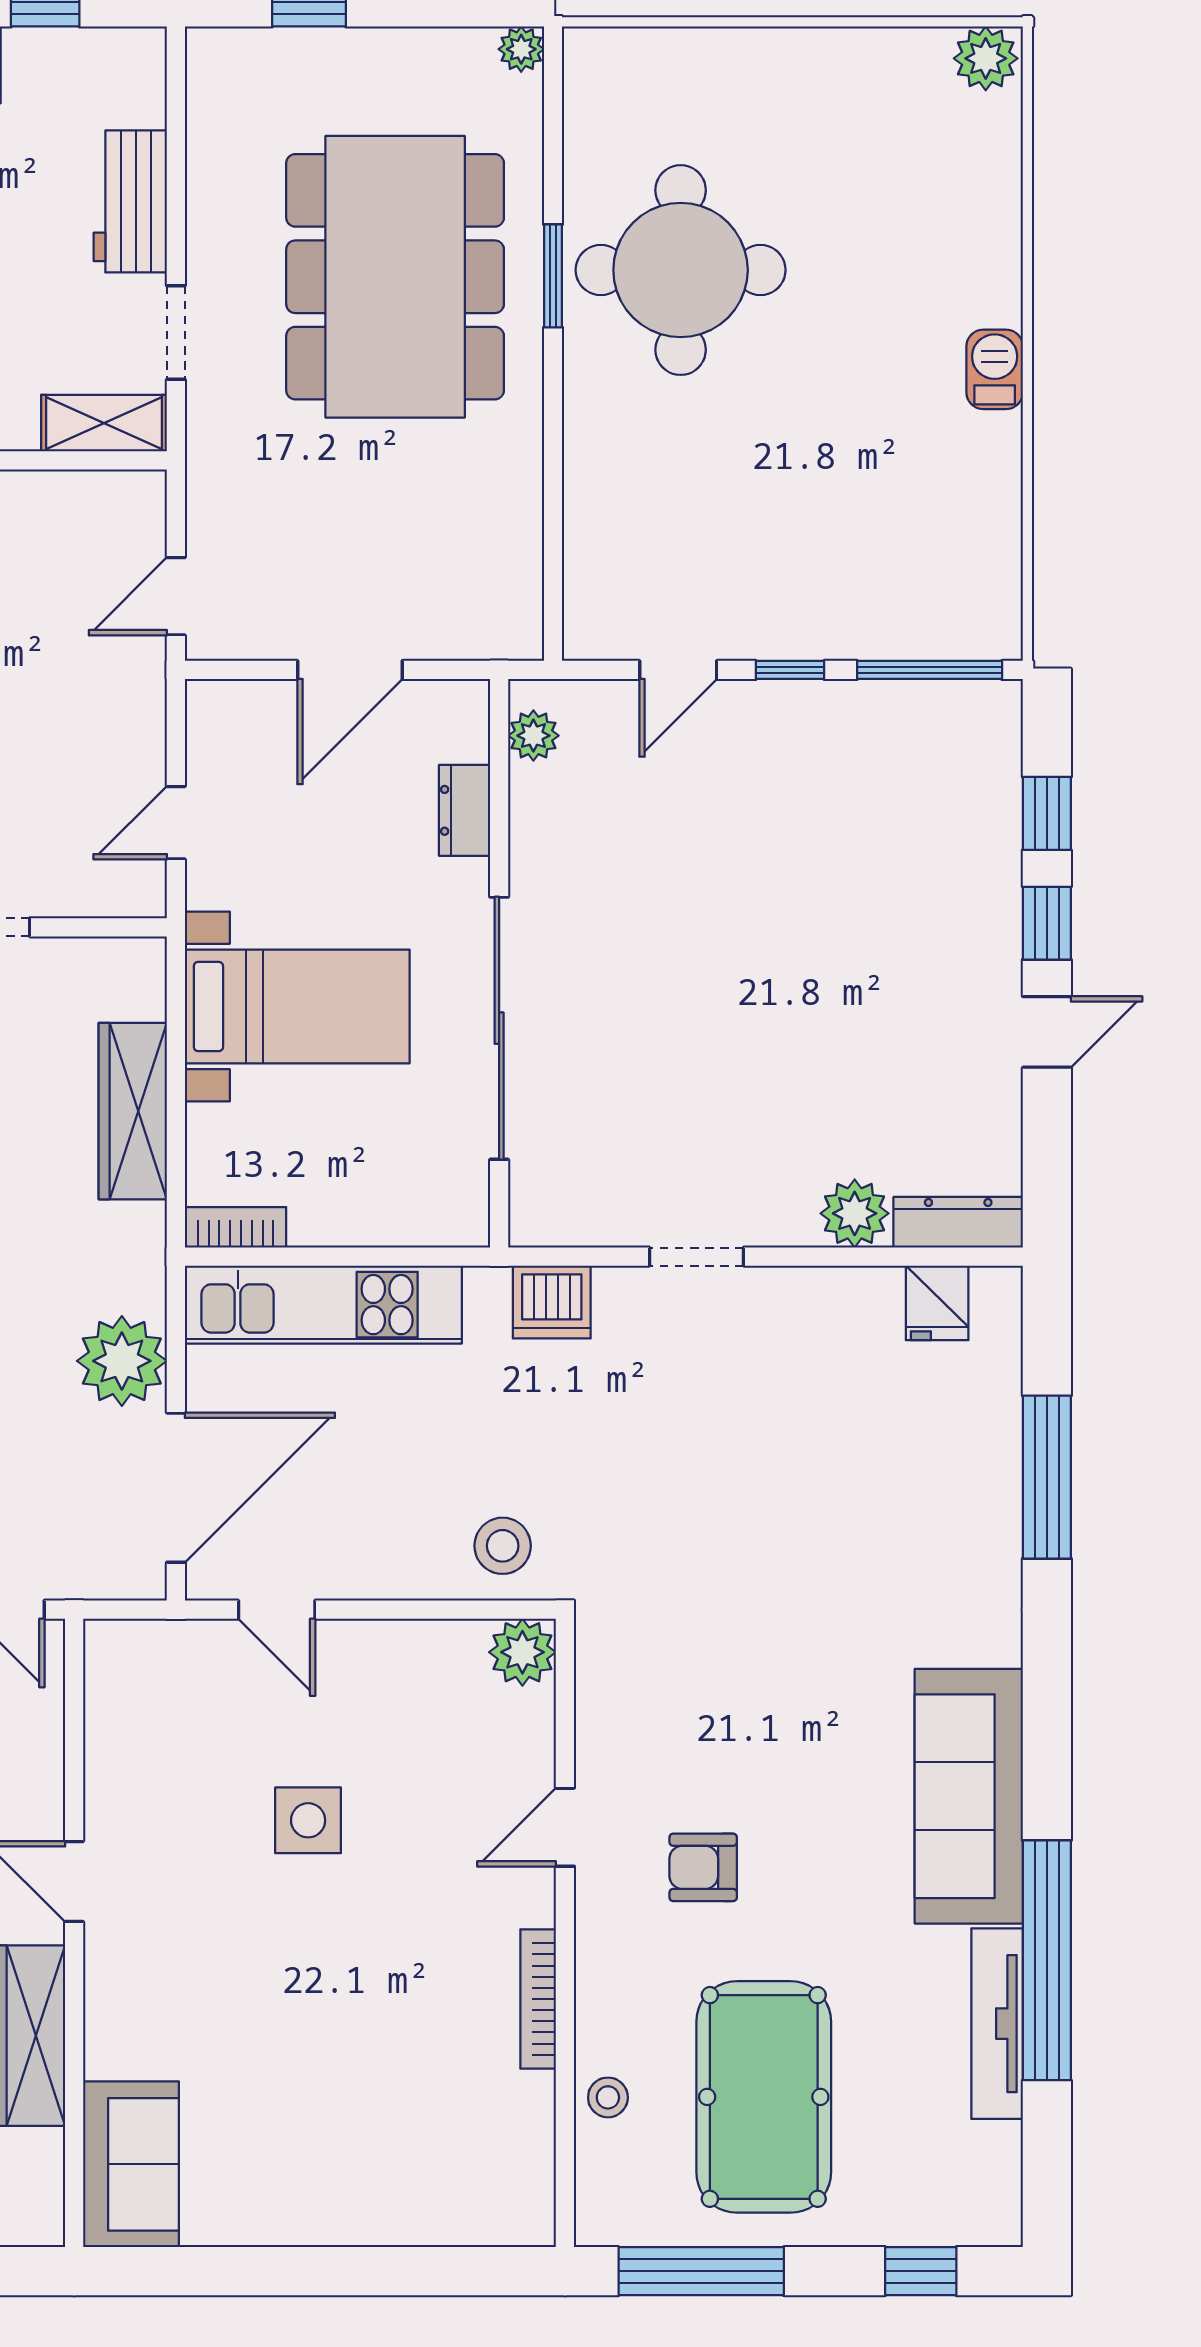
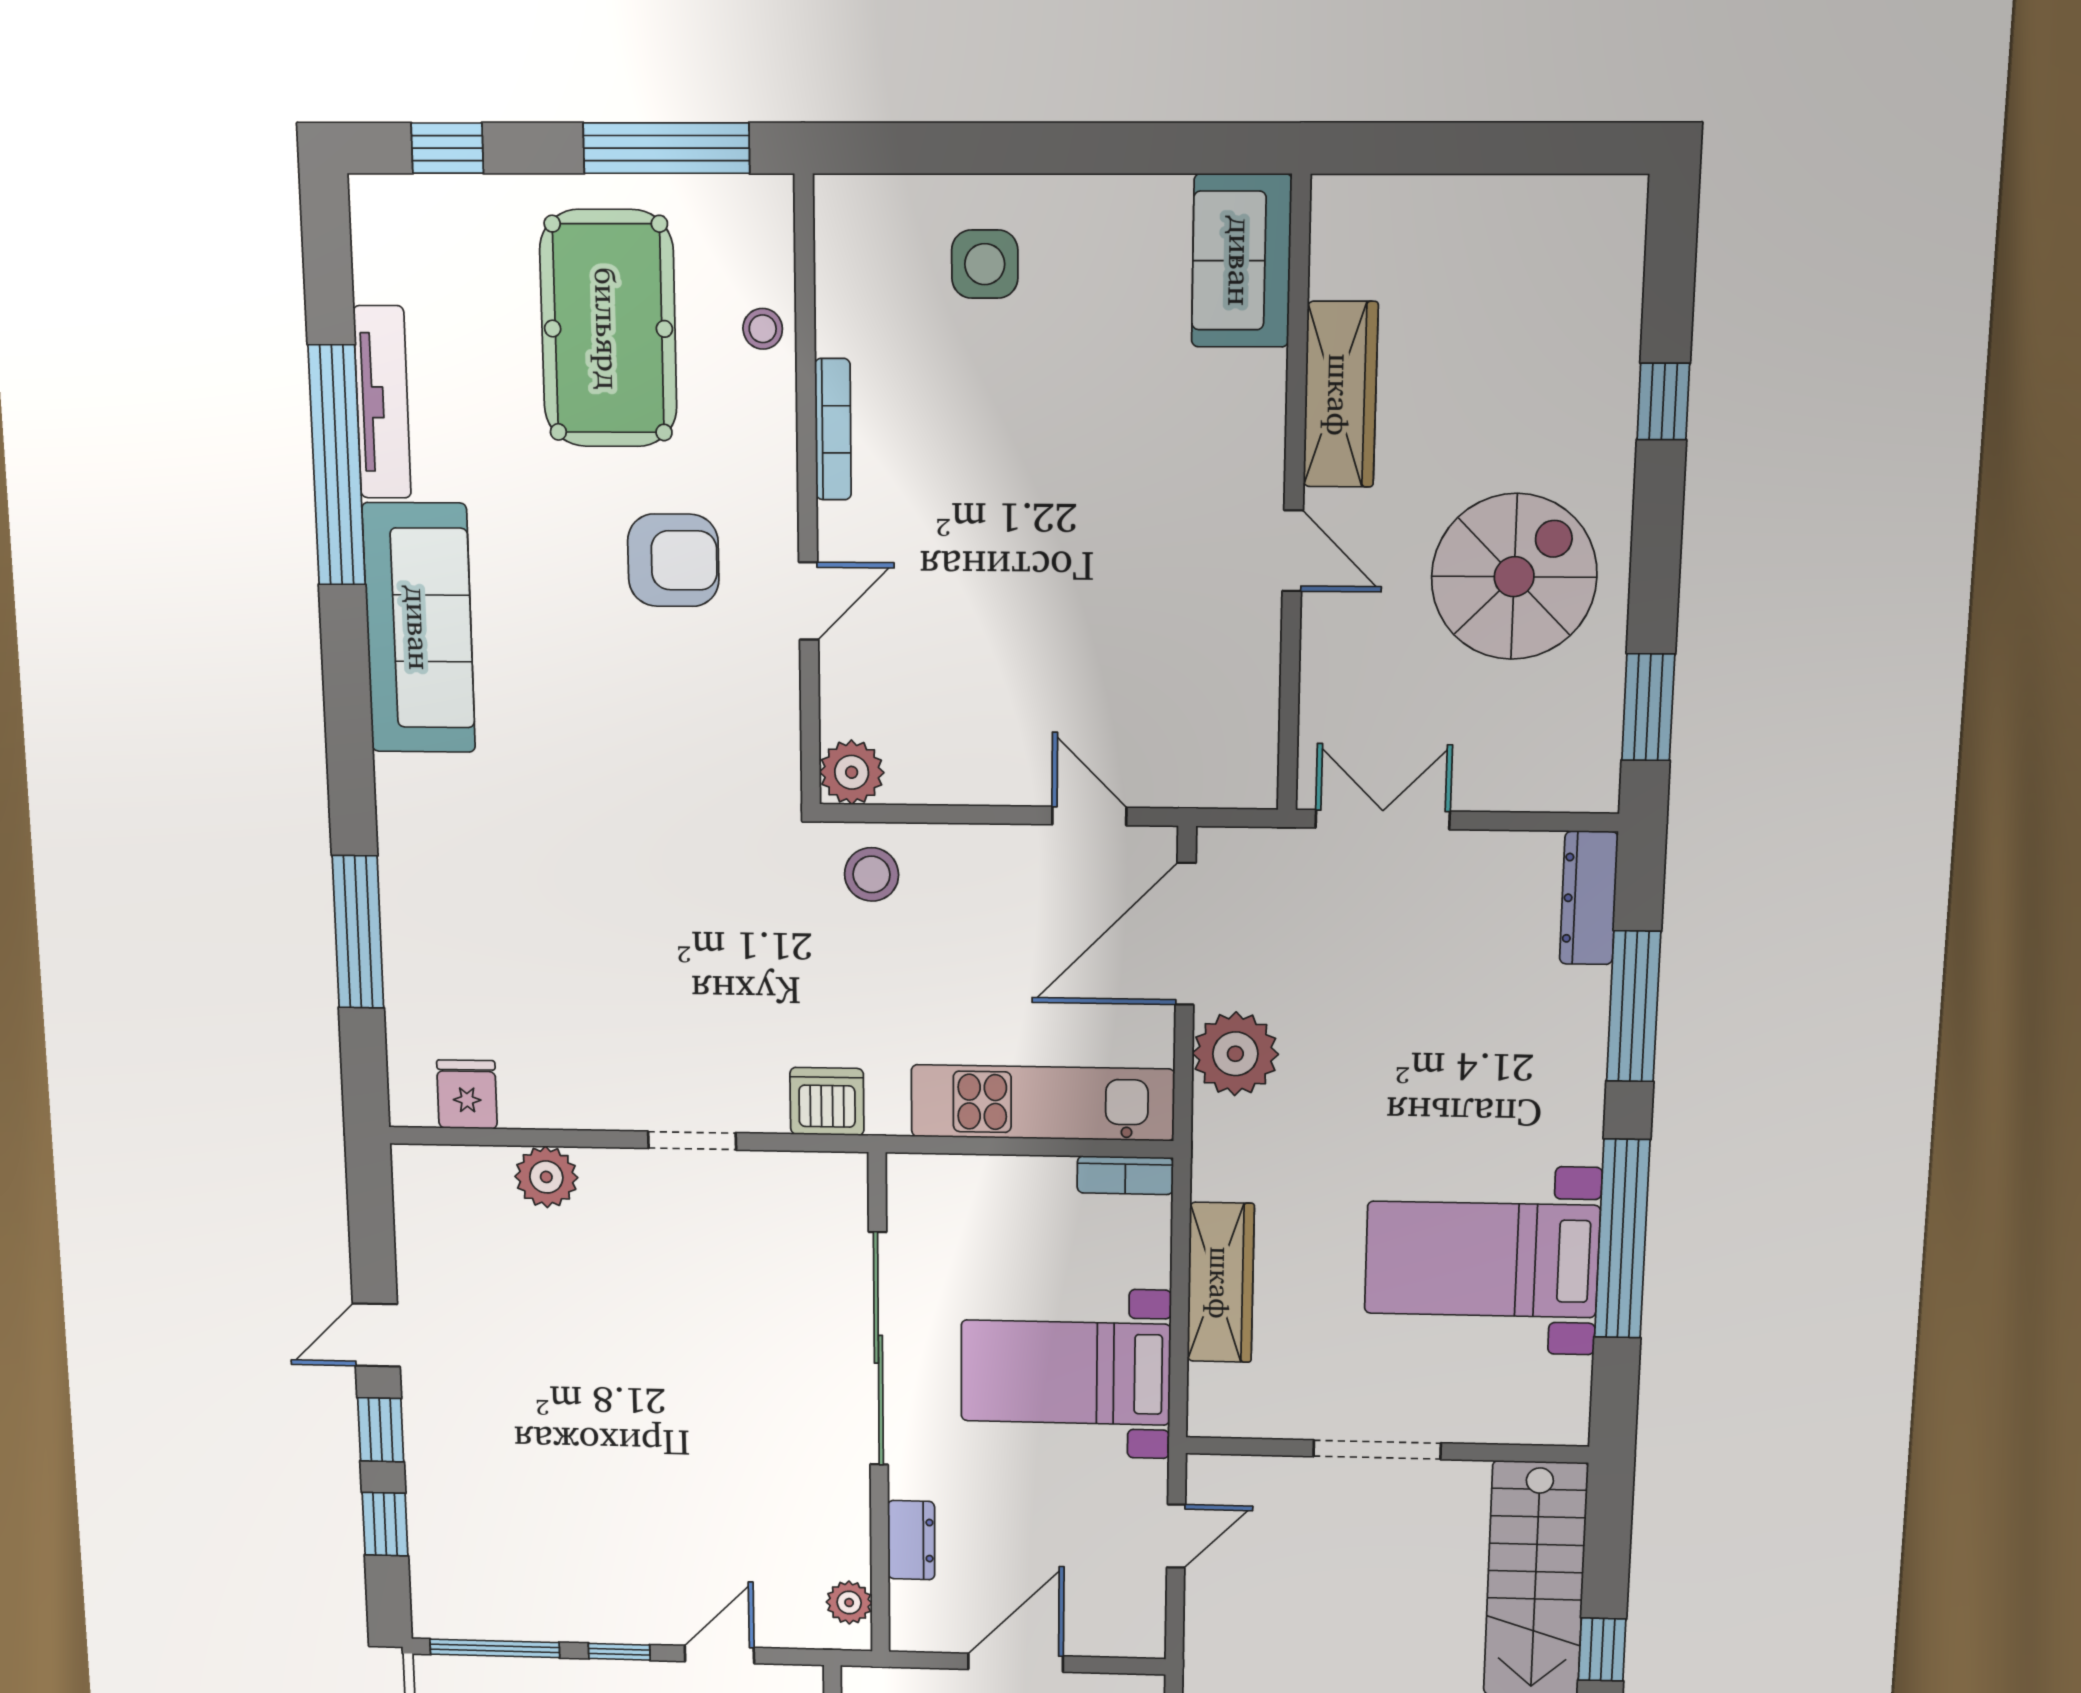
dresser: (958, 1222) -> (450, 1167), removed
side table: (308, 1820) -> (985, 264), moved
armchair: (703, 1867) -> (673, 560), width x1.38, depth x1.38

